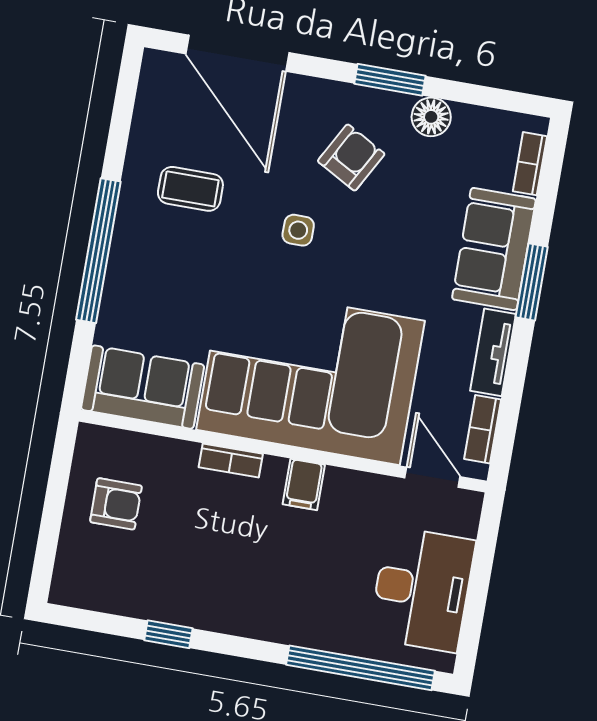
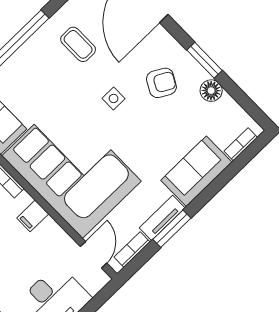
window: (532, 282) -> (172, 229), moved

